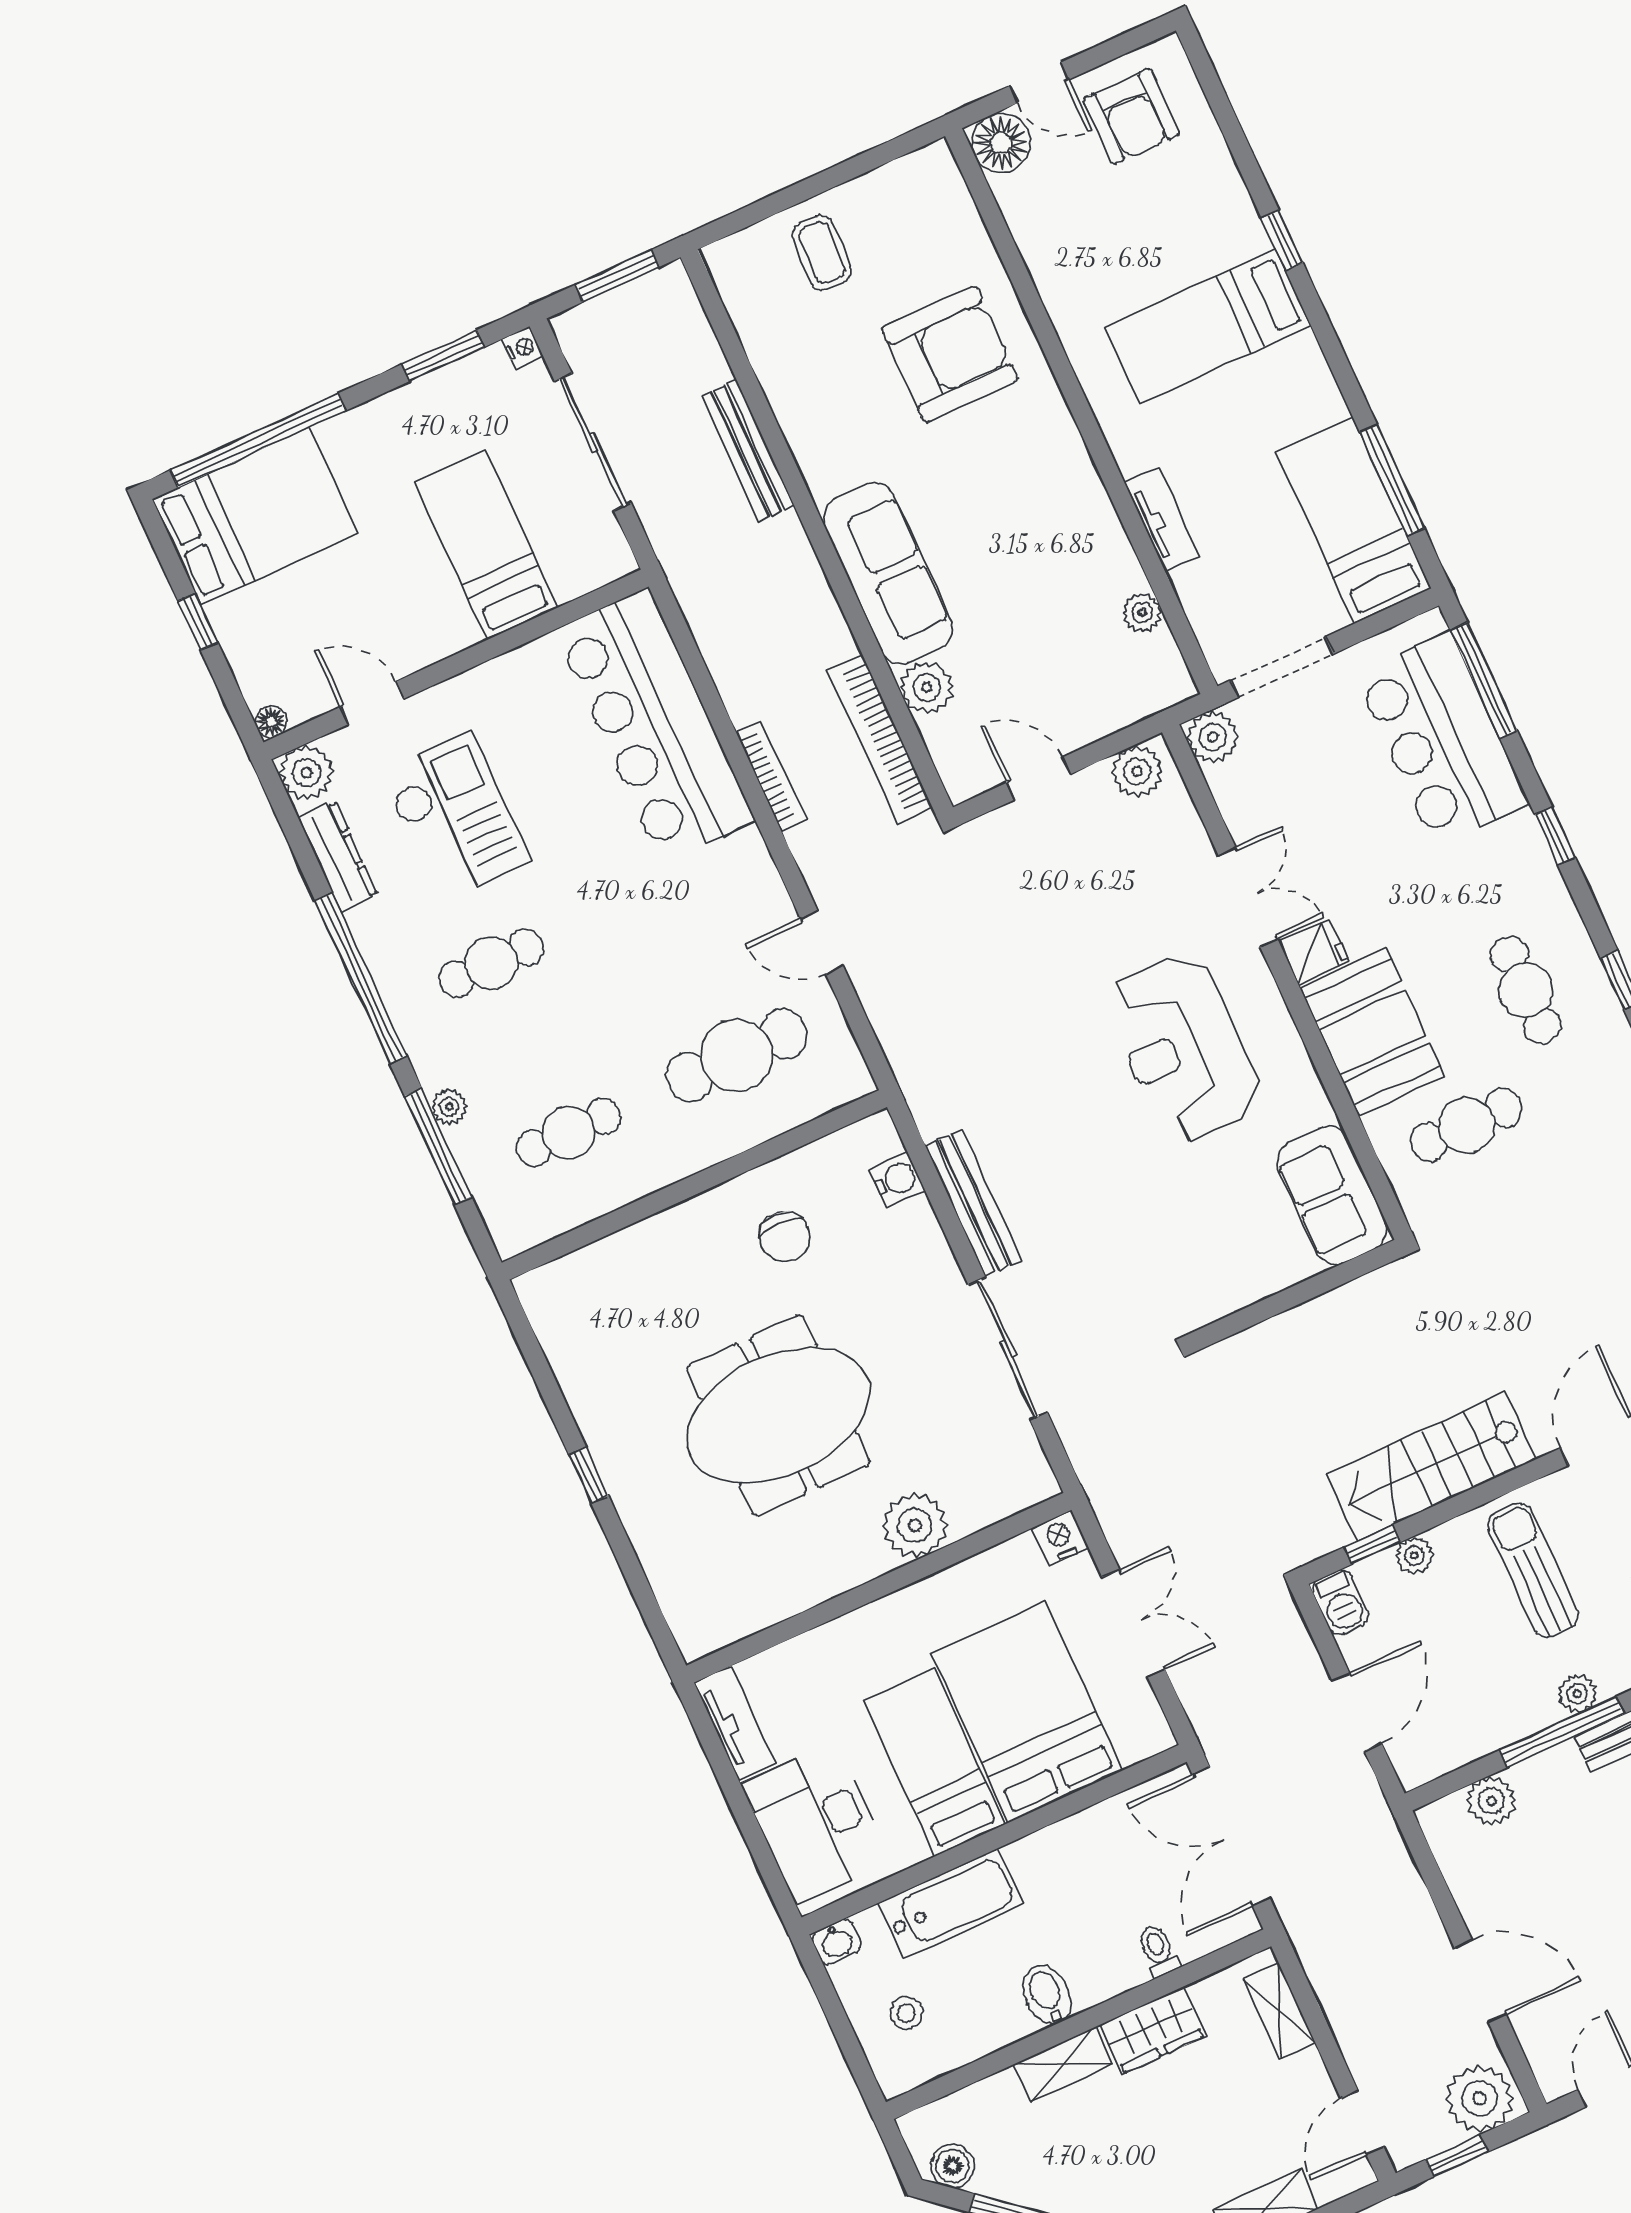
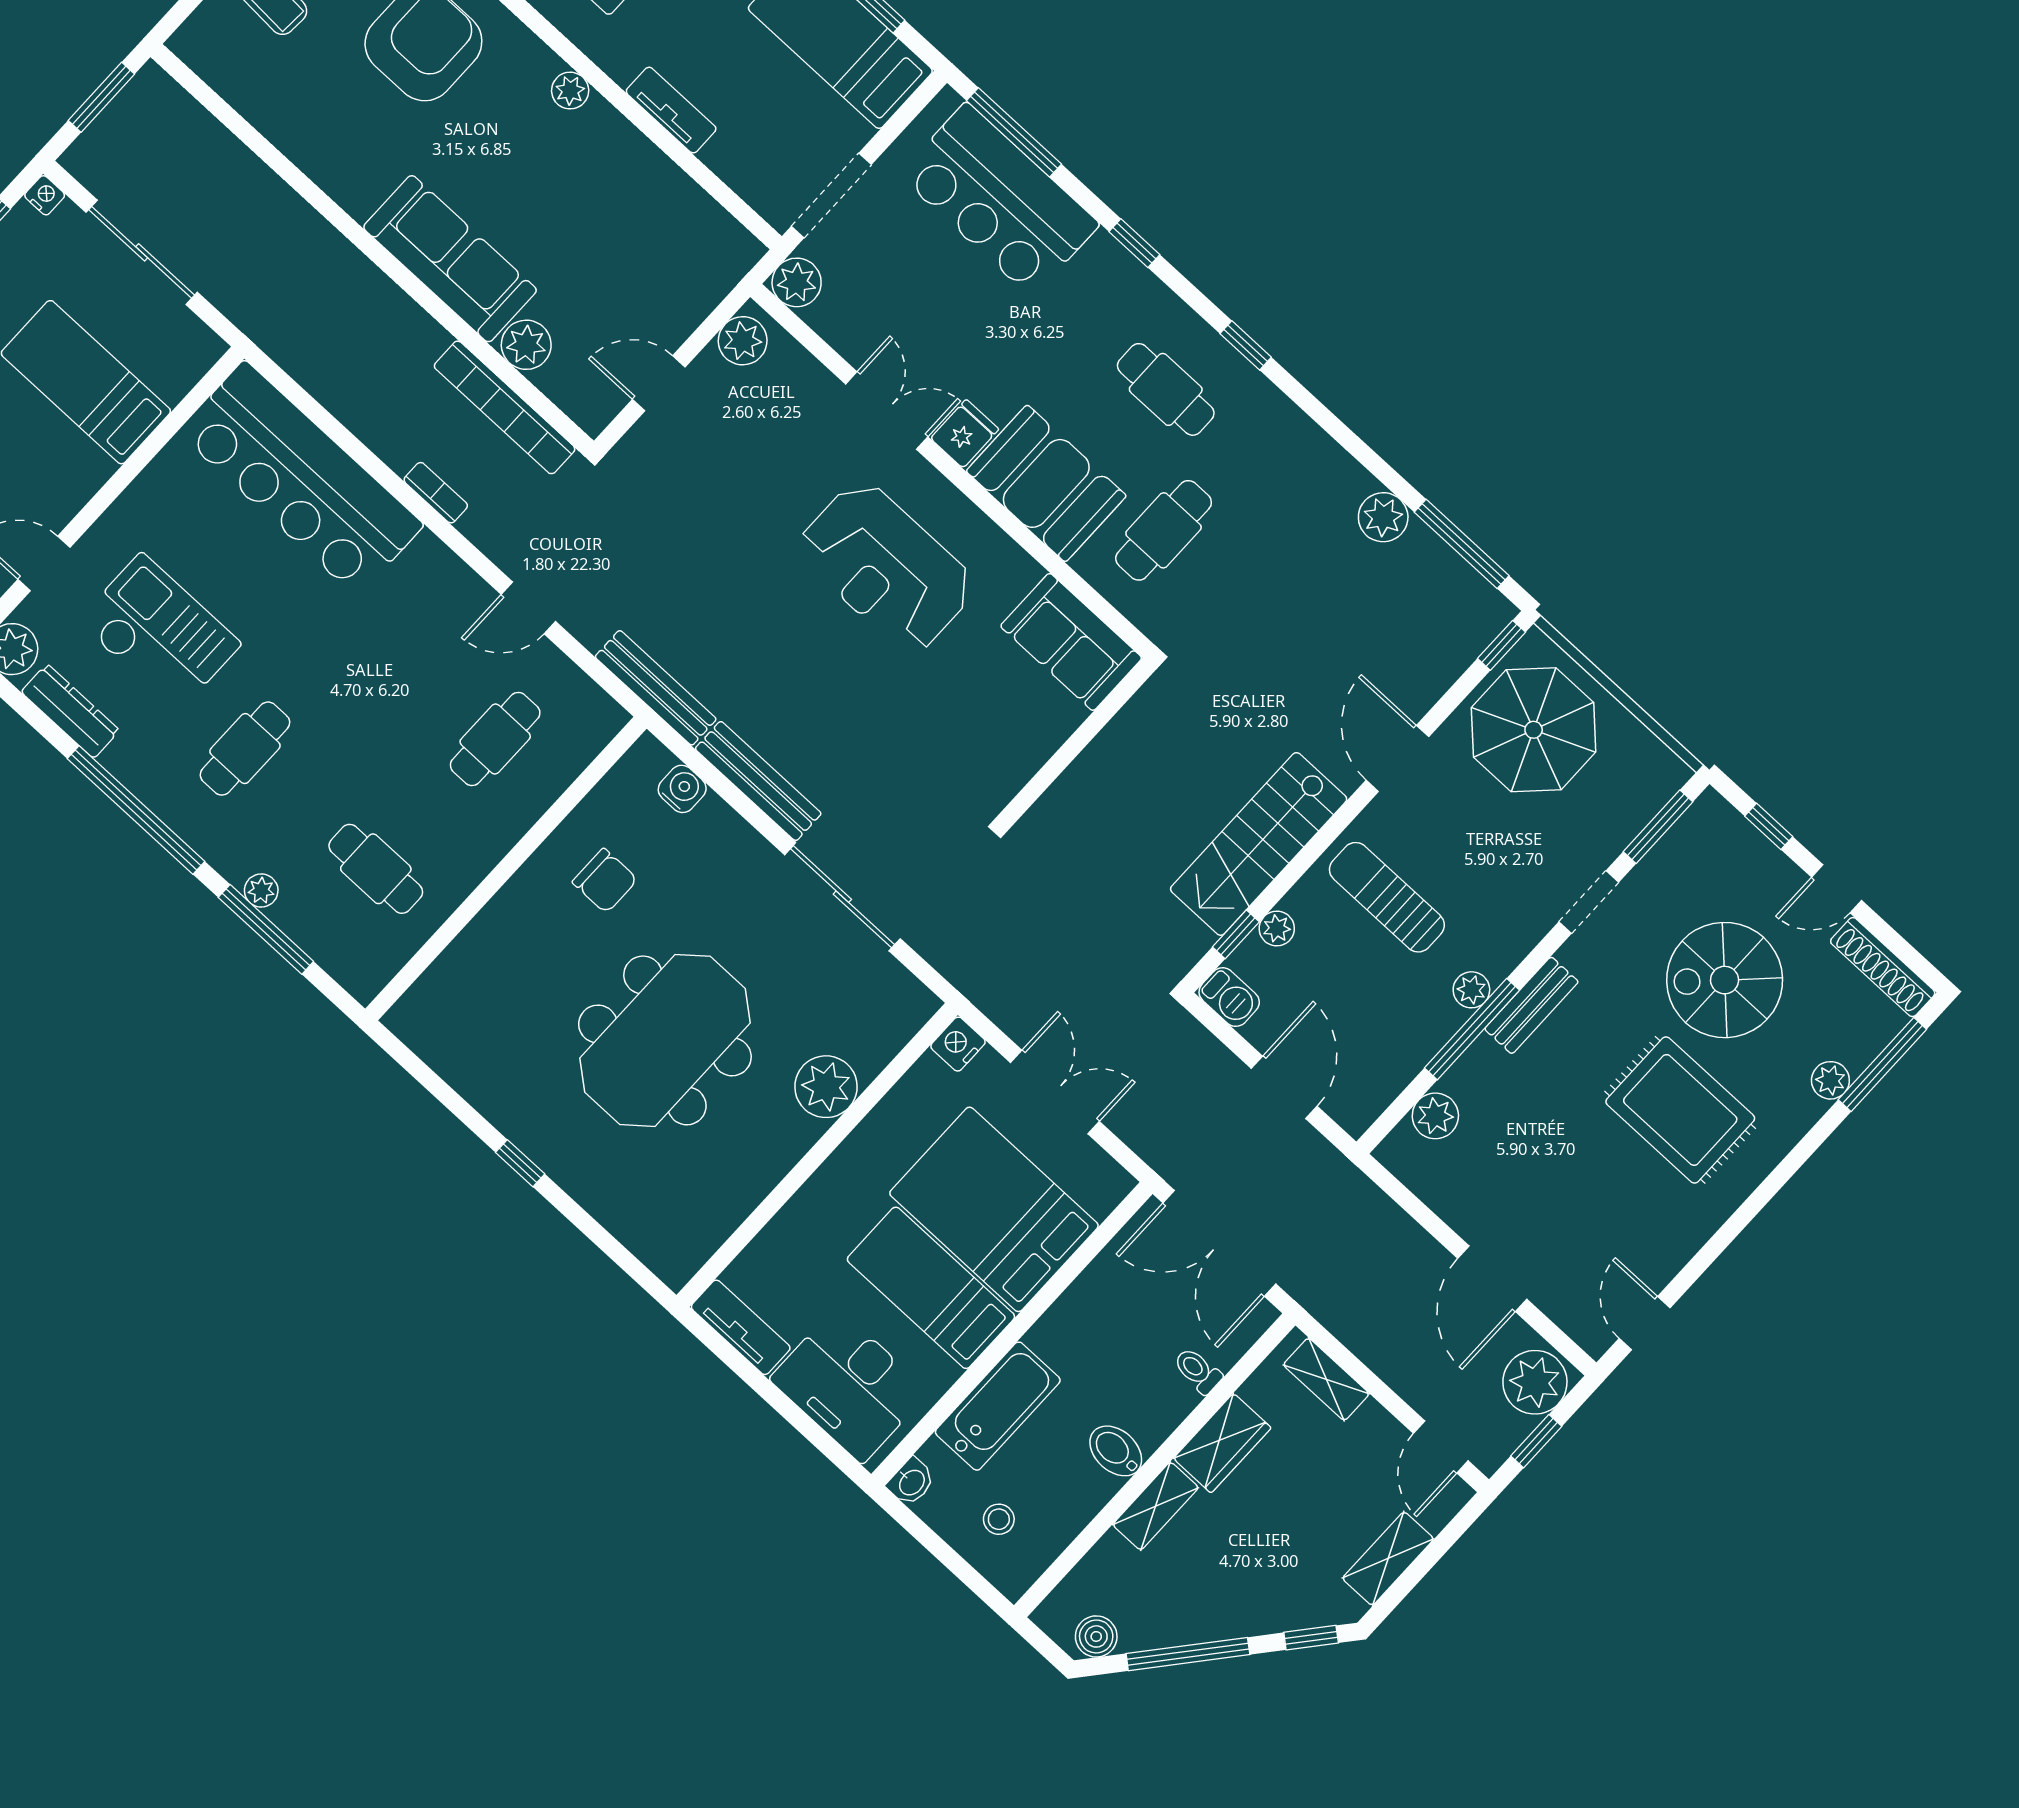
bench: (748, 450) -> (656, 688), moved
plant: (1142, 612) -> (570, 91), moved
bookcase: (771, 776) -> (436, 493), width x0.64
cafe table: (737, 1055) -> (495, 739), width x0.73, depth x0.74
cafe table: (569, 1132) -> (376, 869), turned 90
door: (1480, 1981) -> (1492, 1279), swing flipped

